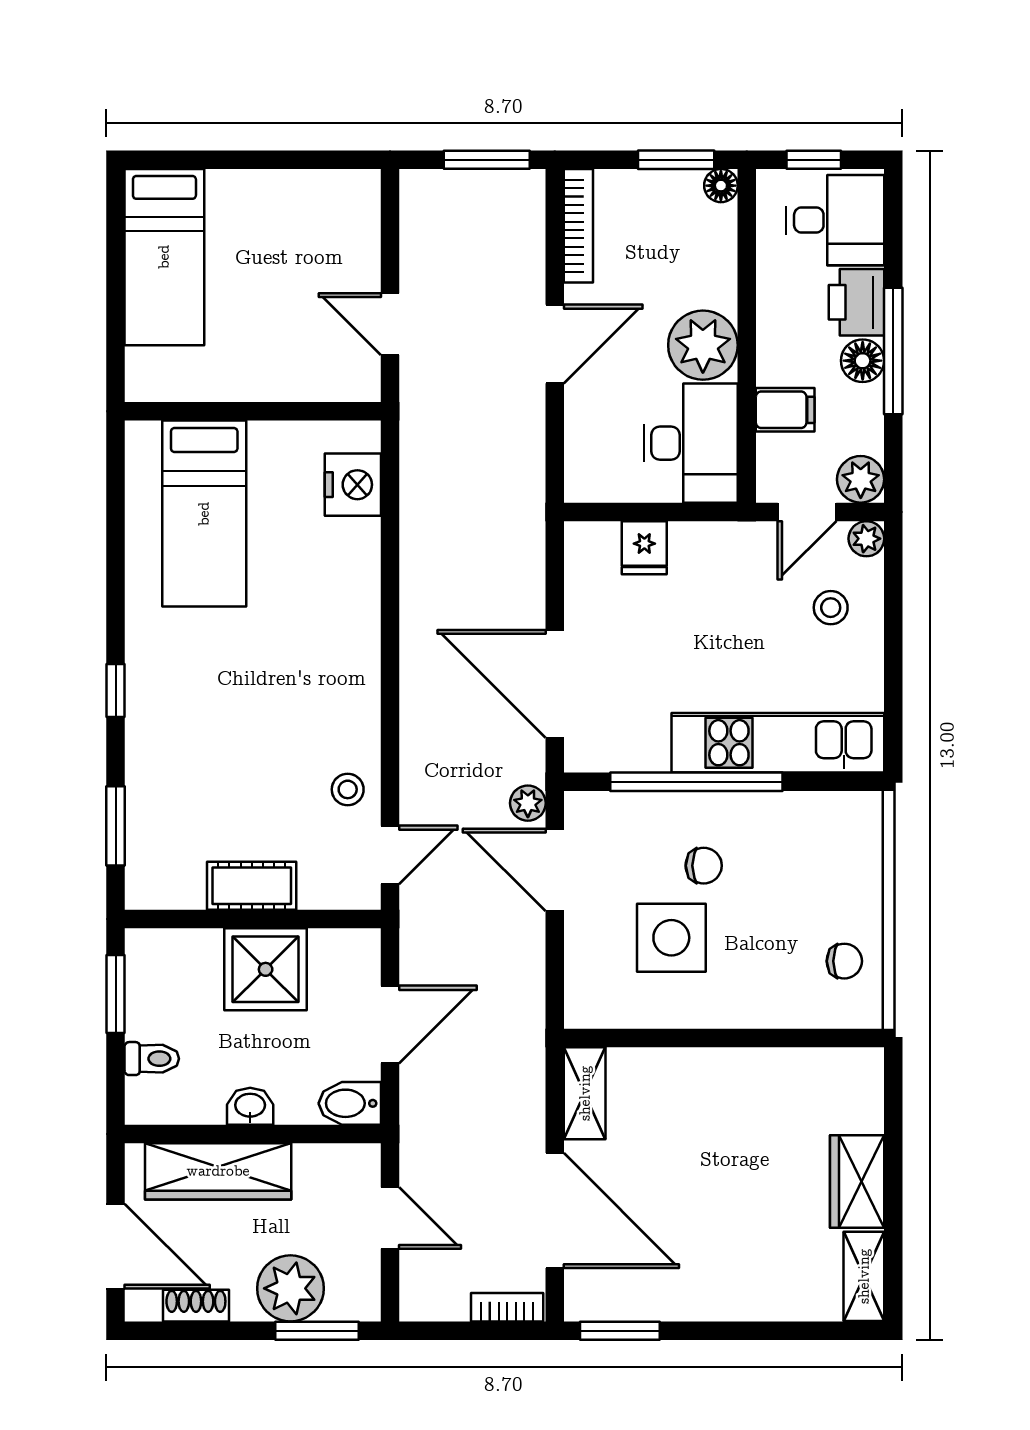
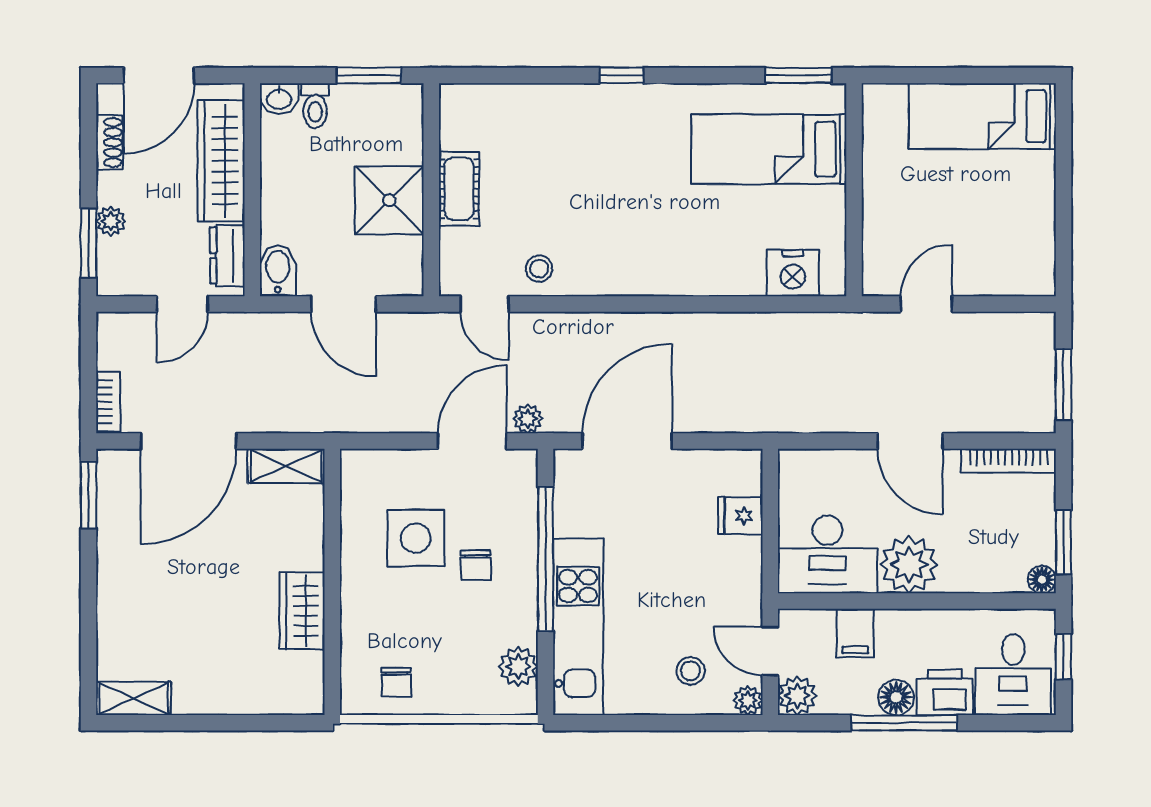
plant: (825, 815) -> (518, 666), added
window: (116, 826) -> (799, 75), moved
washbasin: (250, 1106) -> (279, 99), moved, turned 90
dresser: (332, 1164) -> (227, 255), added
wardrobe: (857, 1181) -> (302, 611), moved, turned -90
plant: (290, 1288) -> (111, 221), width x0.53, depth x0.53

